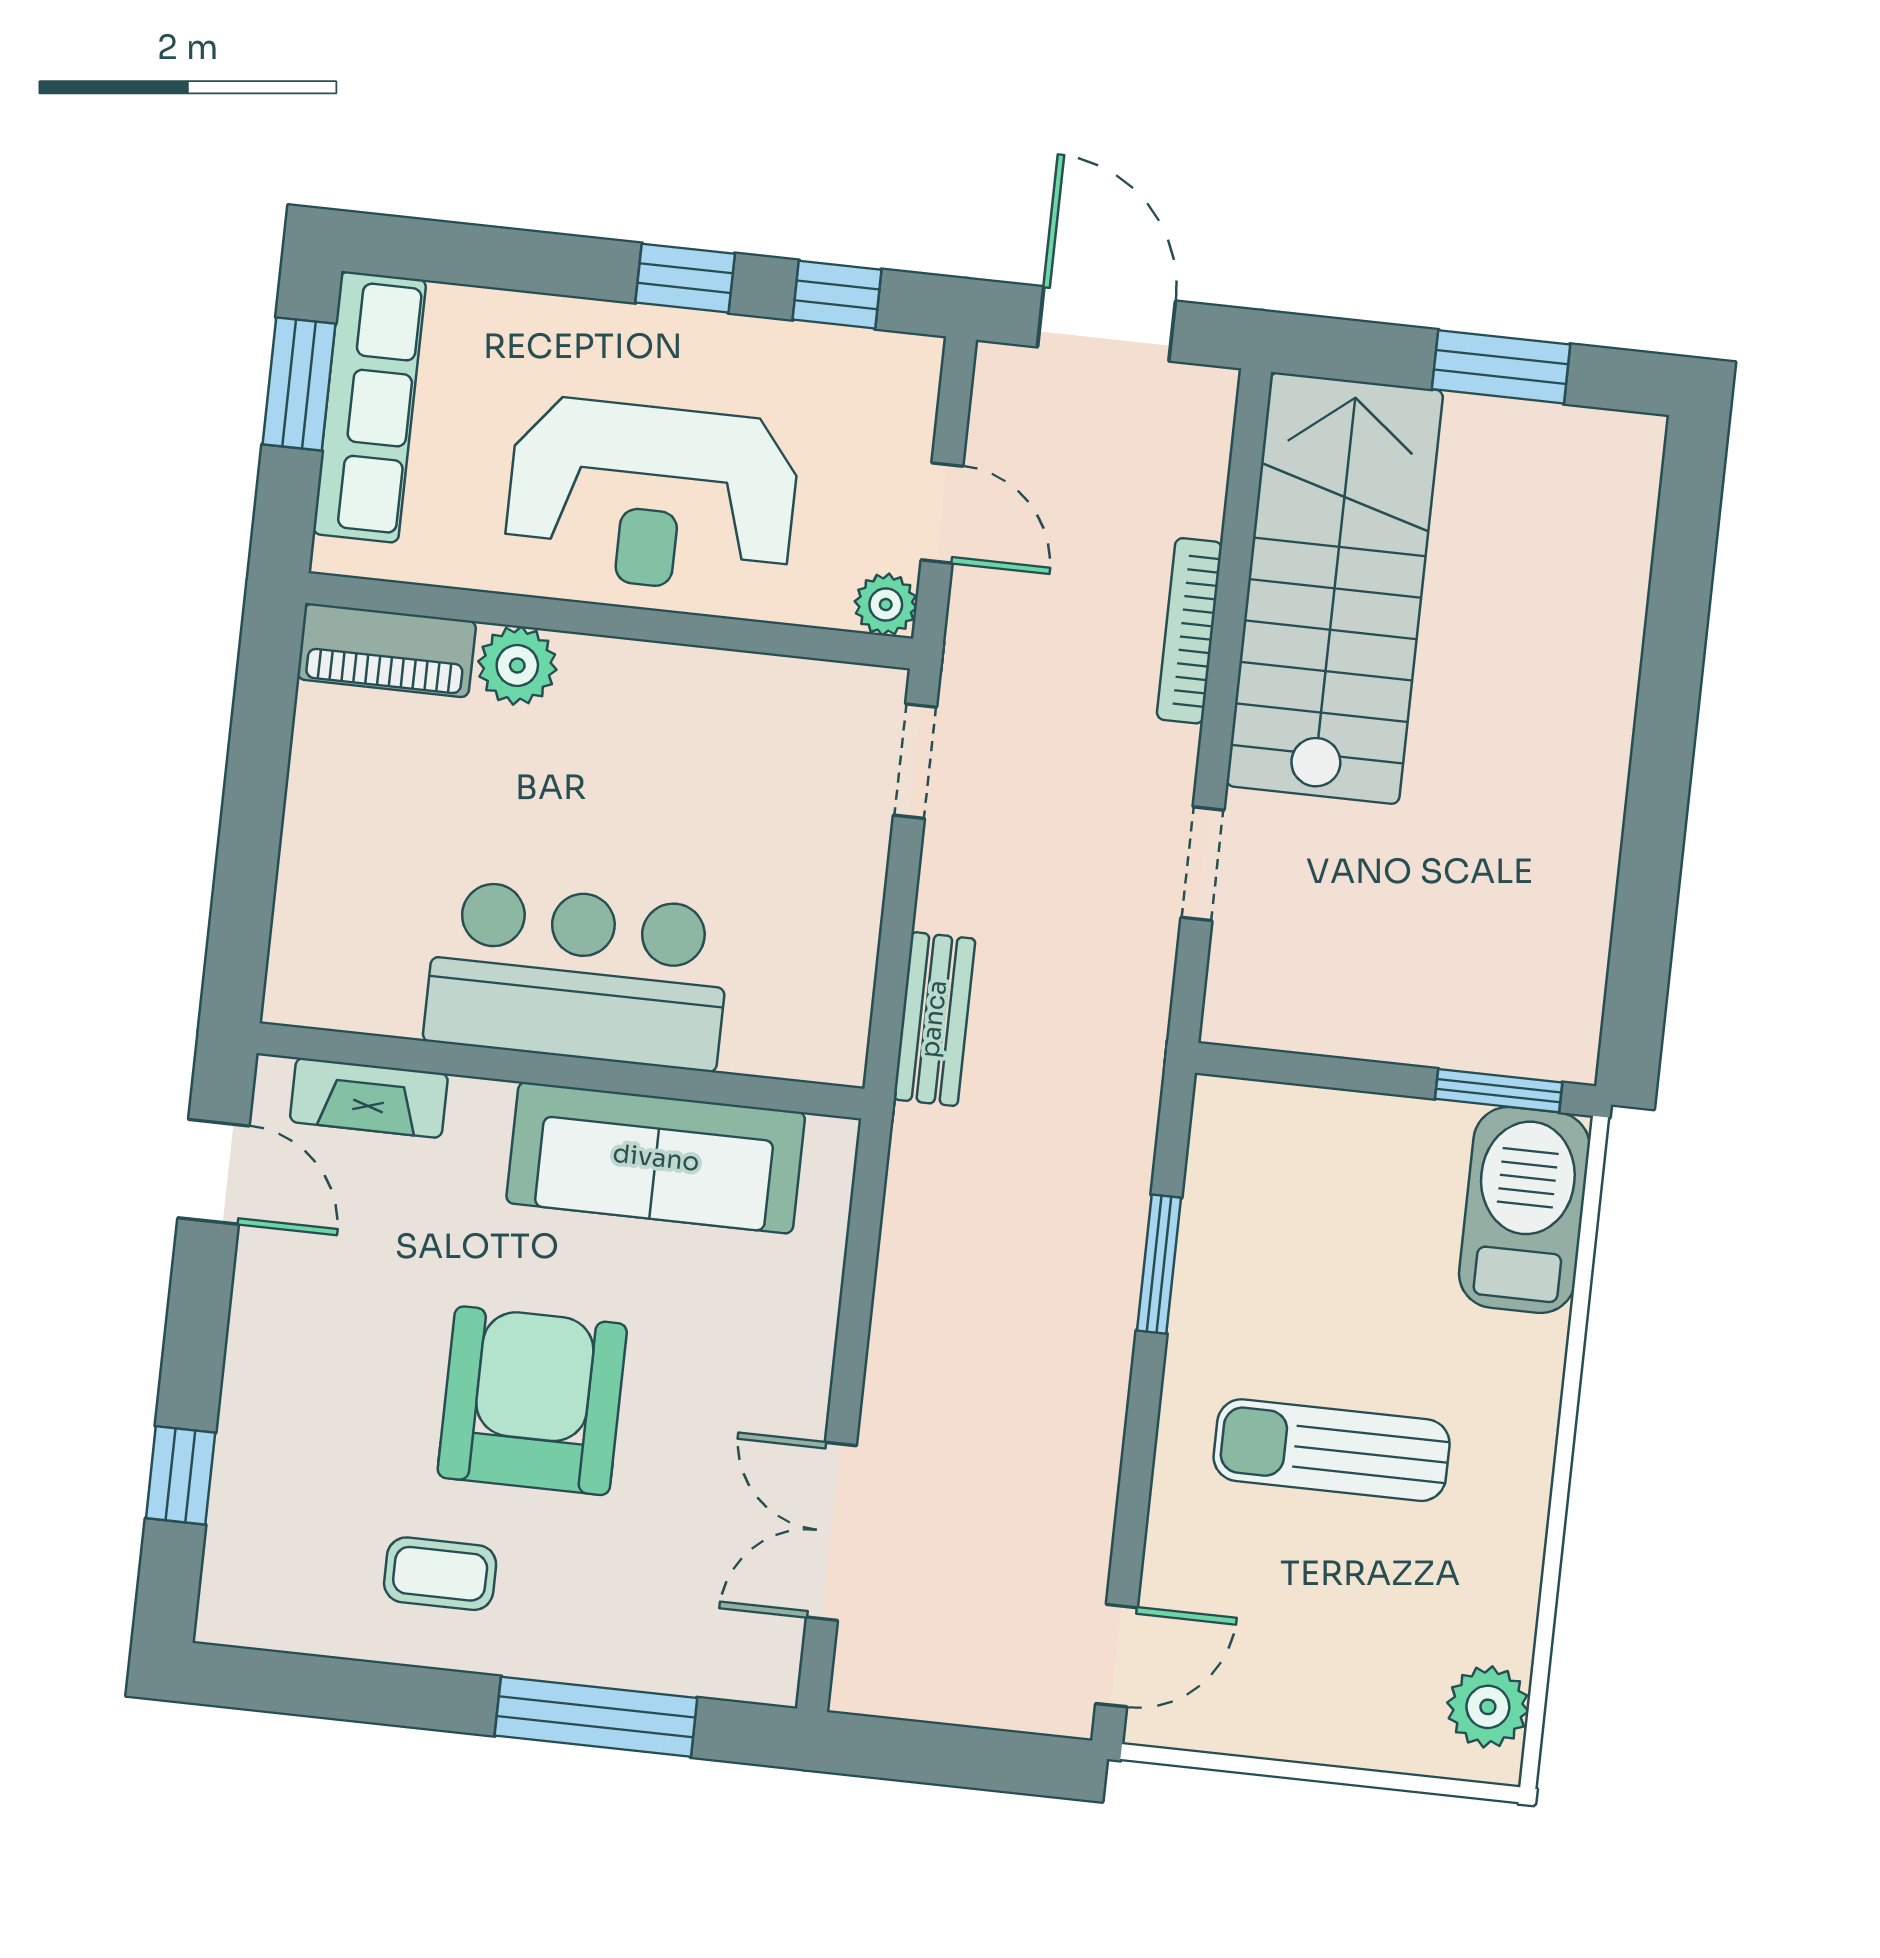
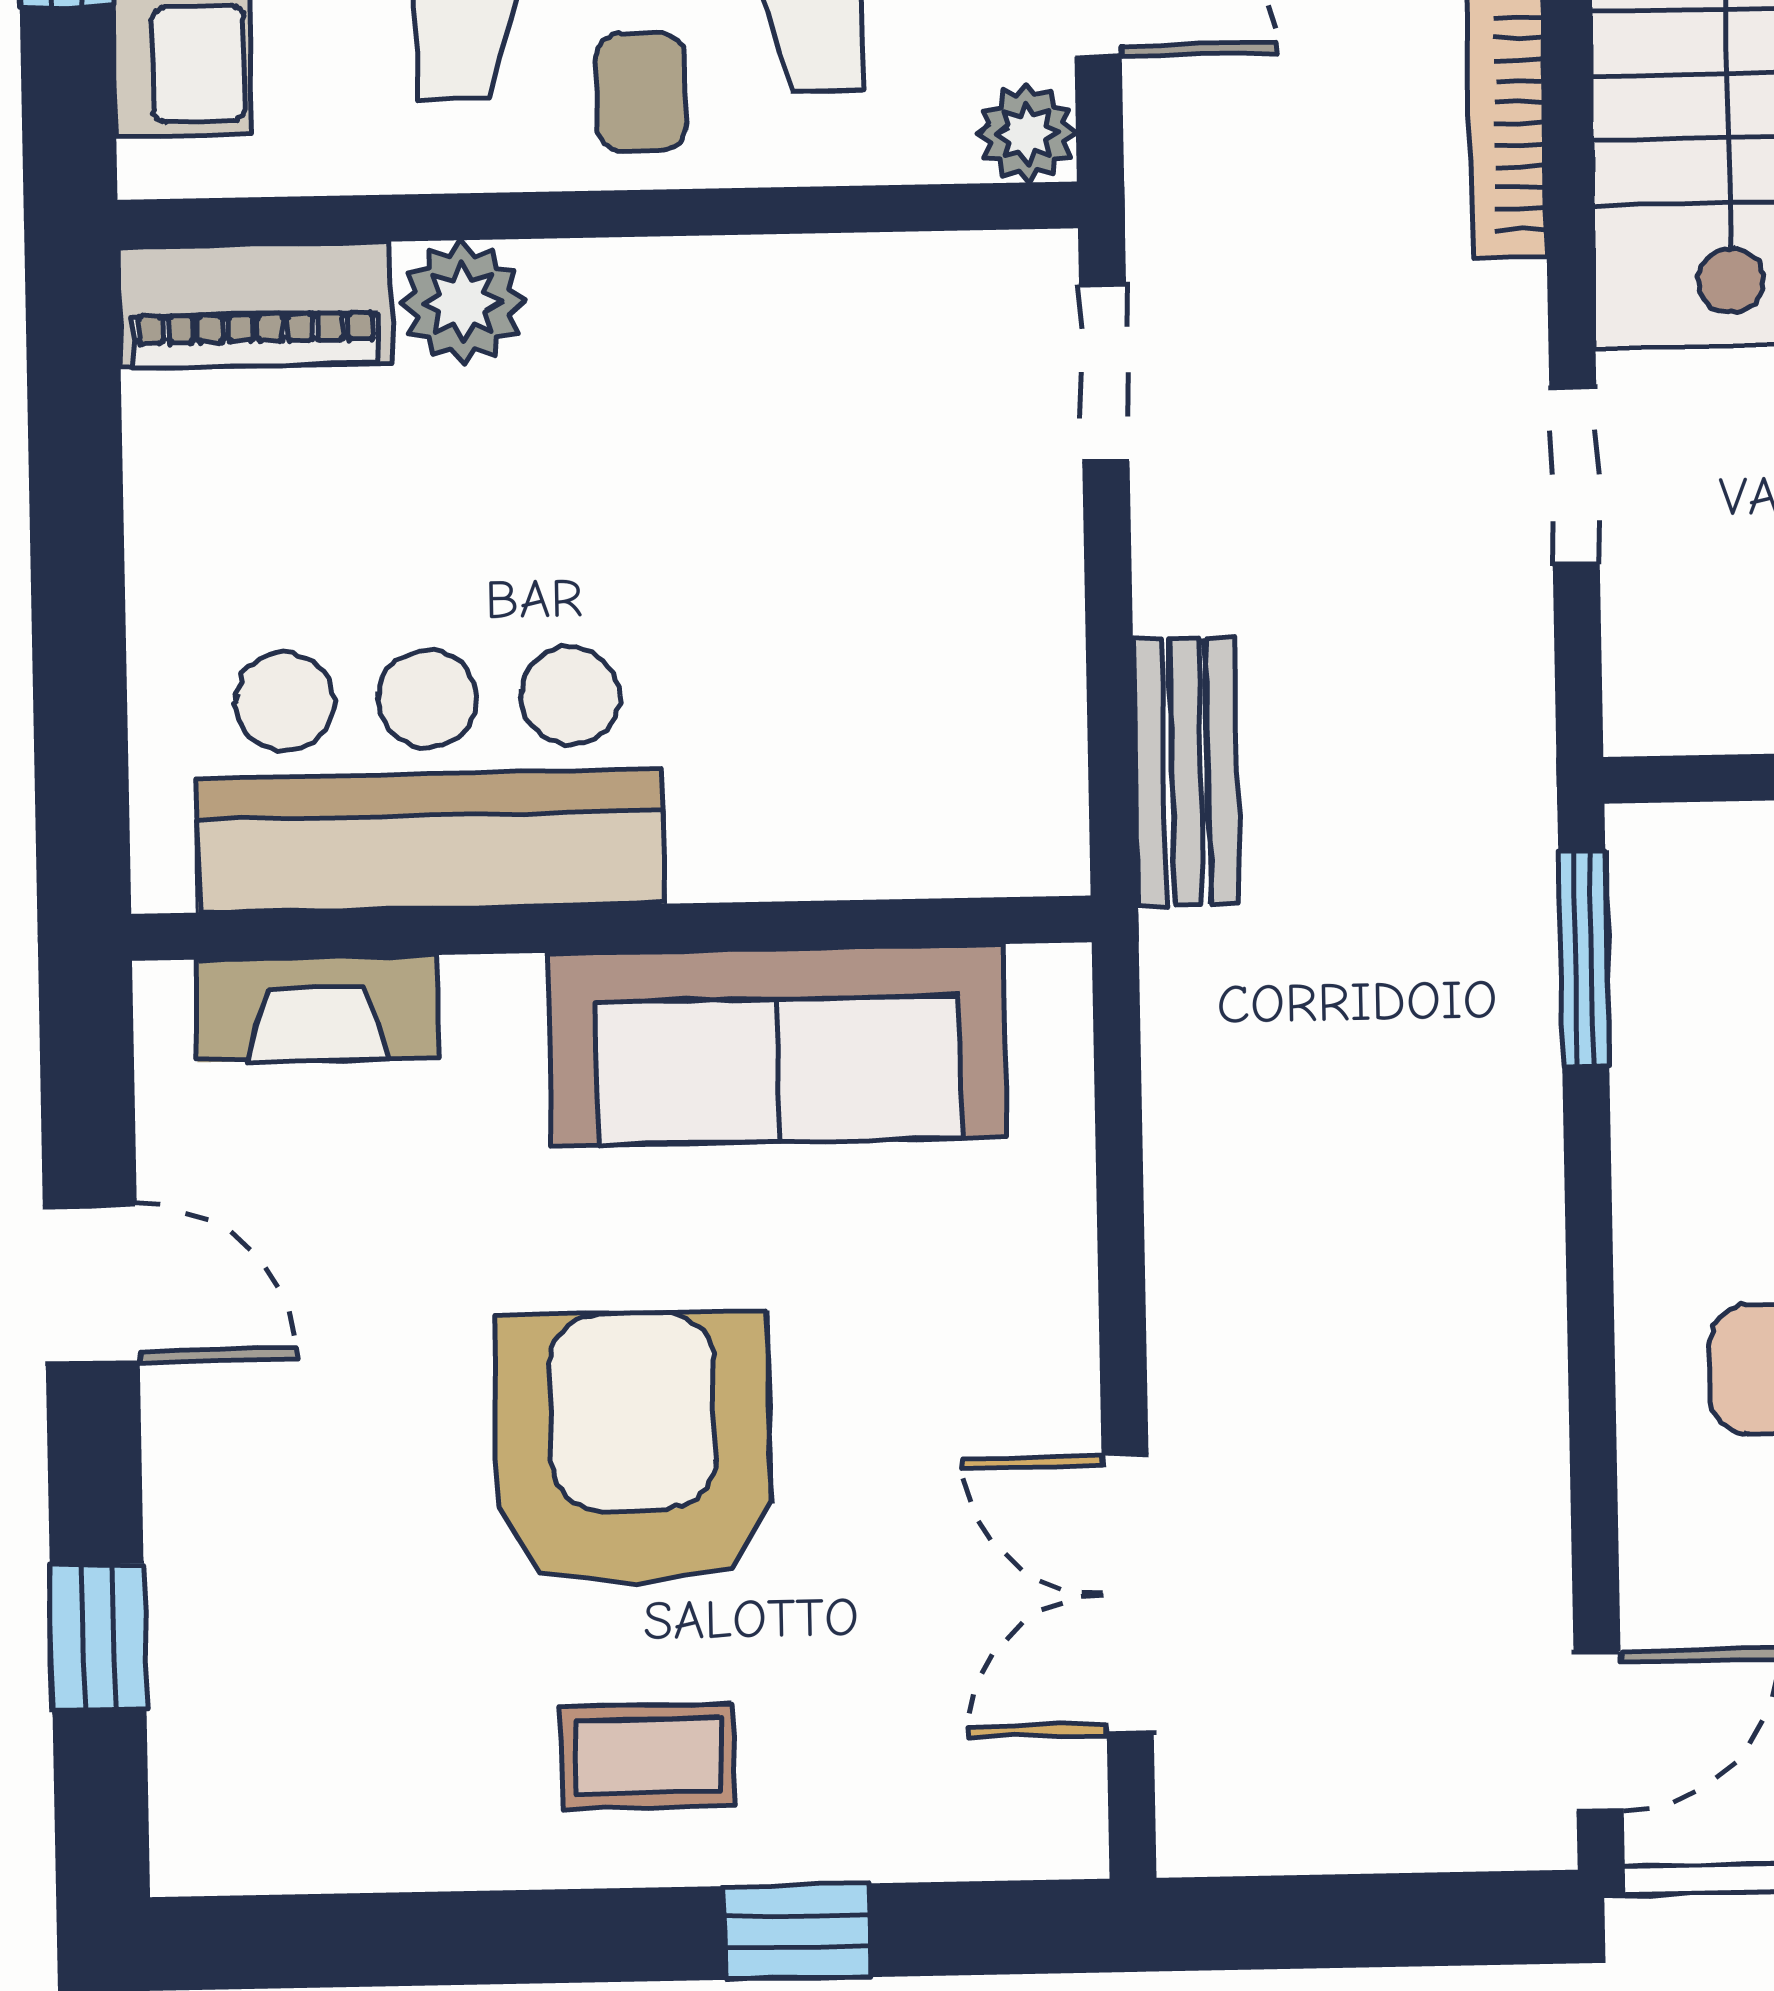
bar counter: (578, 975) -> (429, 779), moved
door: (213, 1172) -> (91, 1284), moved
window: (1159, 1264) -> (1584, 959), moved
coffee table: (440, 1574) -> (648, 1756), moved
window: (596, 1717) -> (796, 1932), width x0.46

